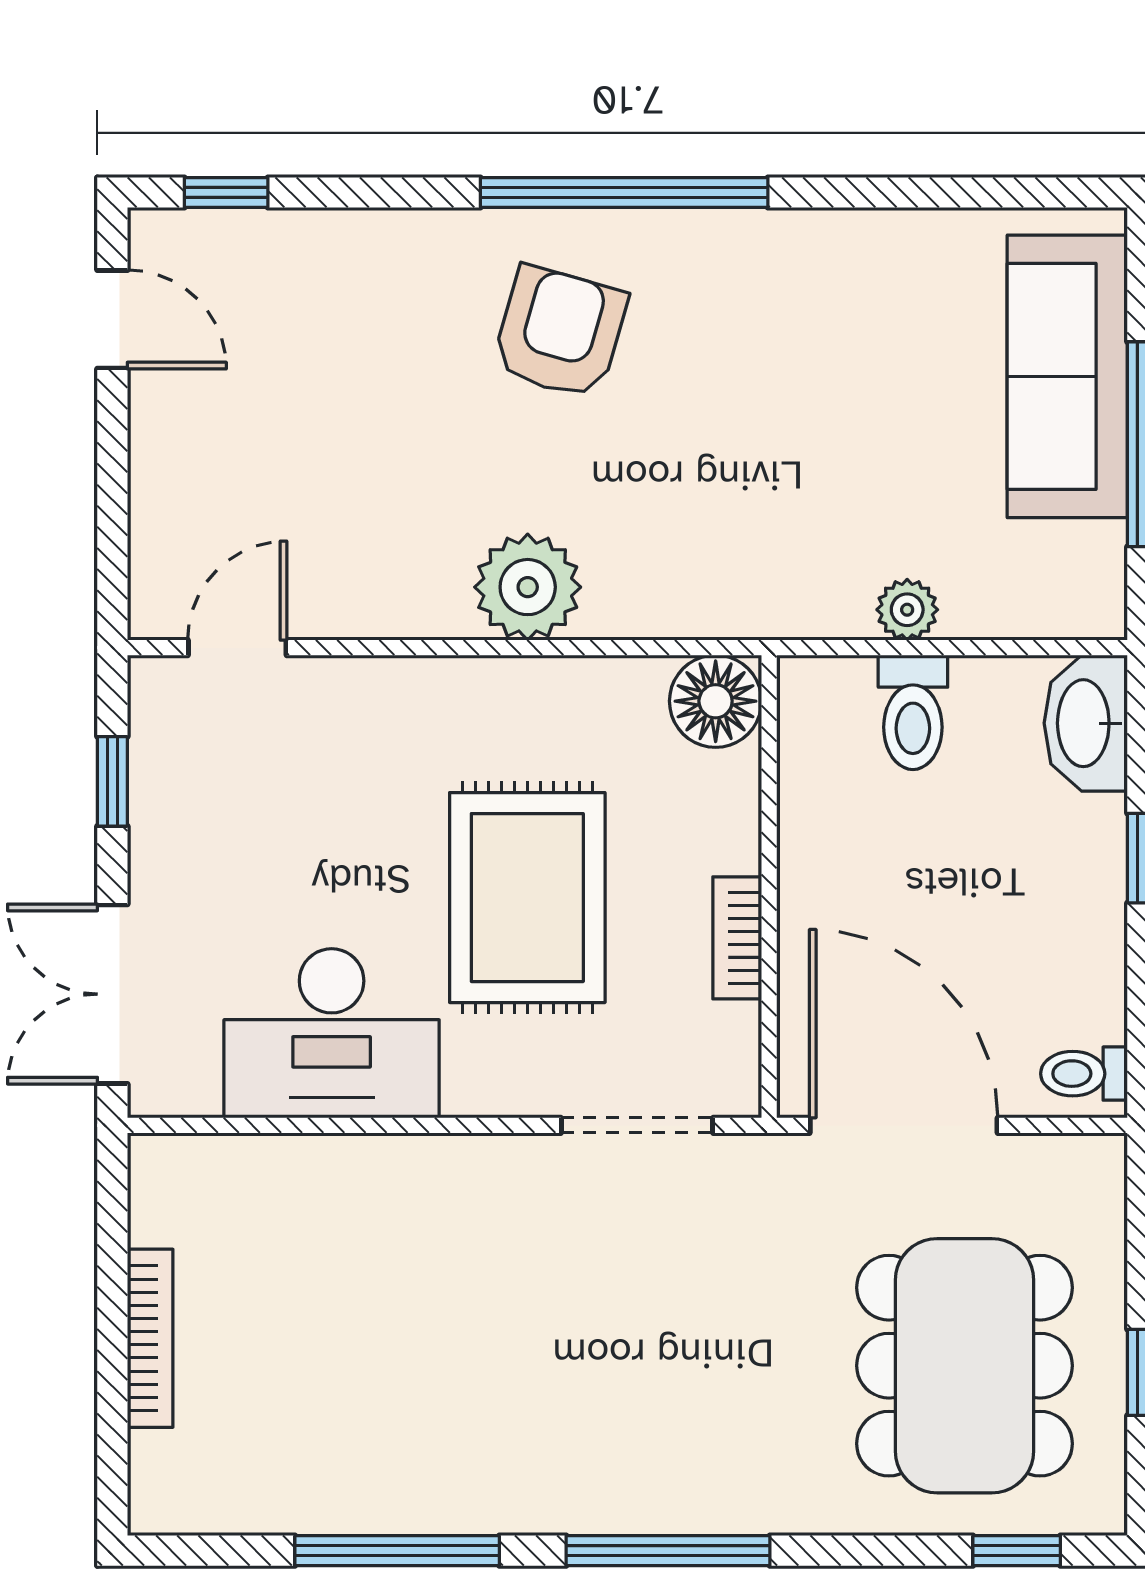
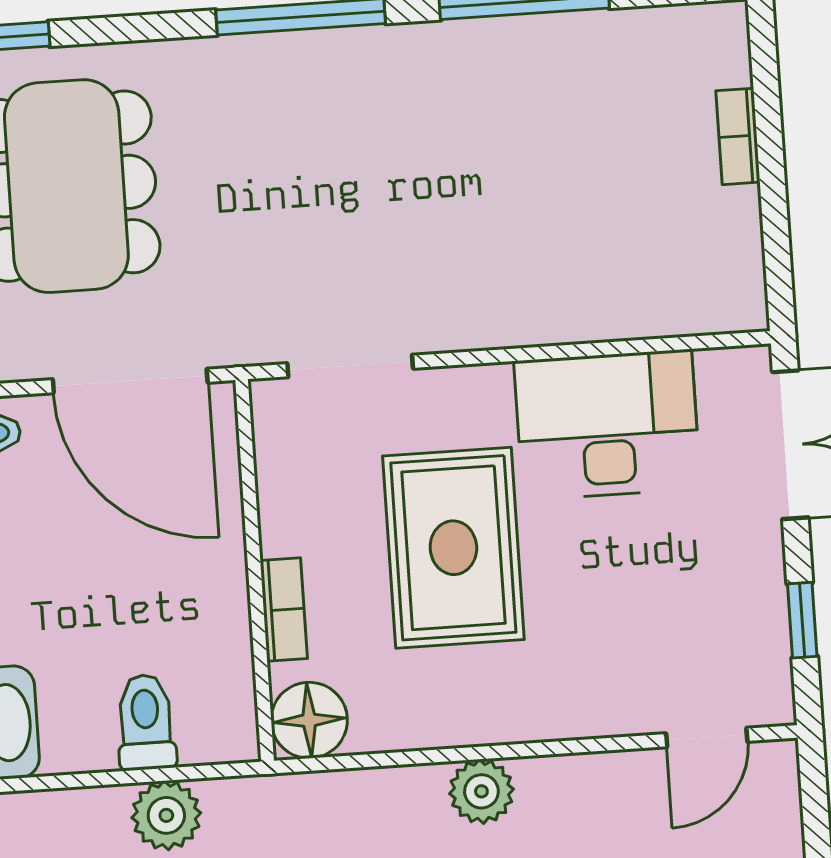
plant: (528, 587) -> (481, 791), width x0.73, depth x0.73
plant: (907, 610) -> (166, 815), width x1.38, depth x1.38
bookcase: (737, 938) -> (284, 610), moved
bookcase: (150, 1338) -> (738, 136), width x0.64

